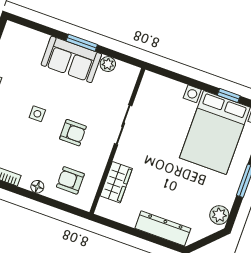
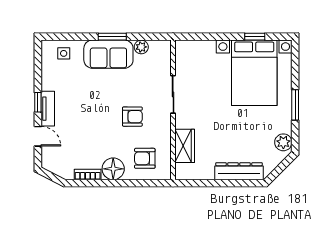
side table: (37, 114) -> (64, 53), moved
floor lamp: (37, 187) -> (113, 169), width x1.89, depth x1.89

